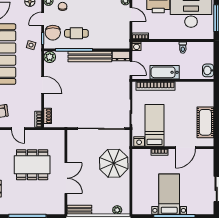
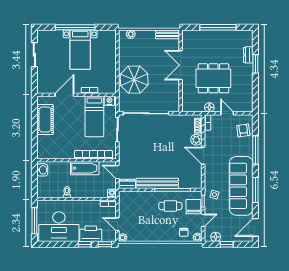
plant: (50, 57) -> (196, 140), moved
floor lamp: (36, 135) -> (209, 107), added

